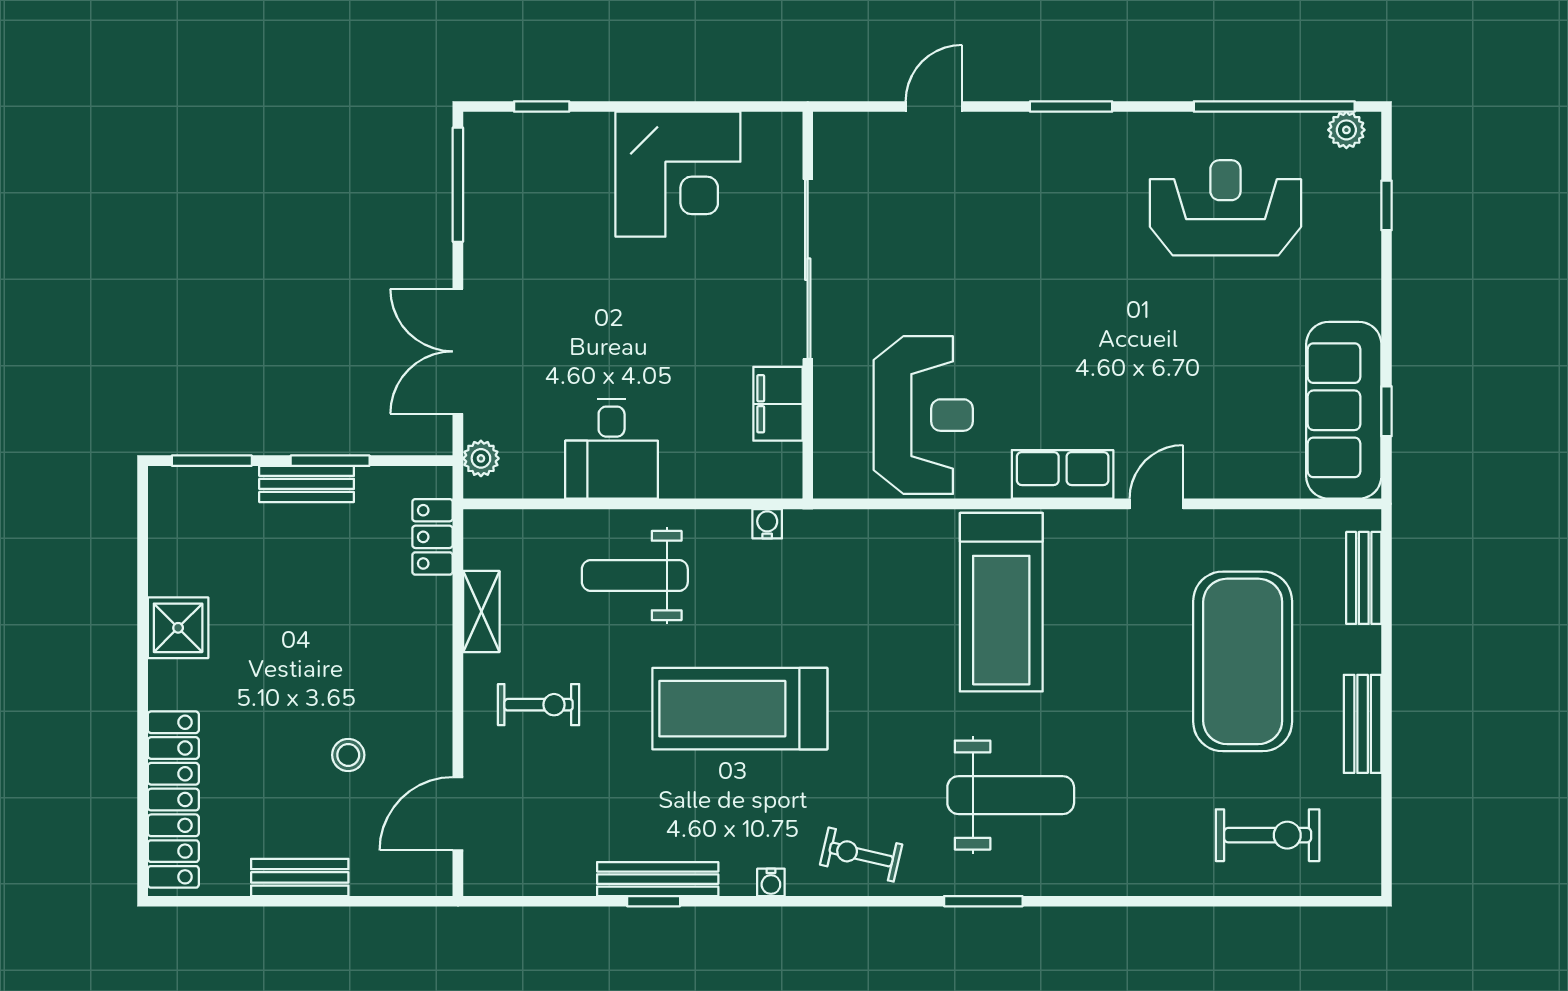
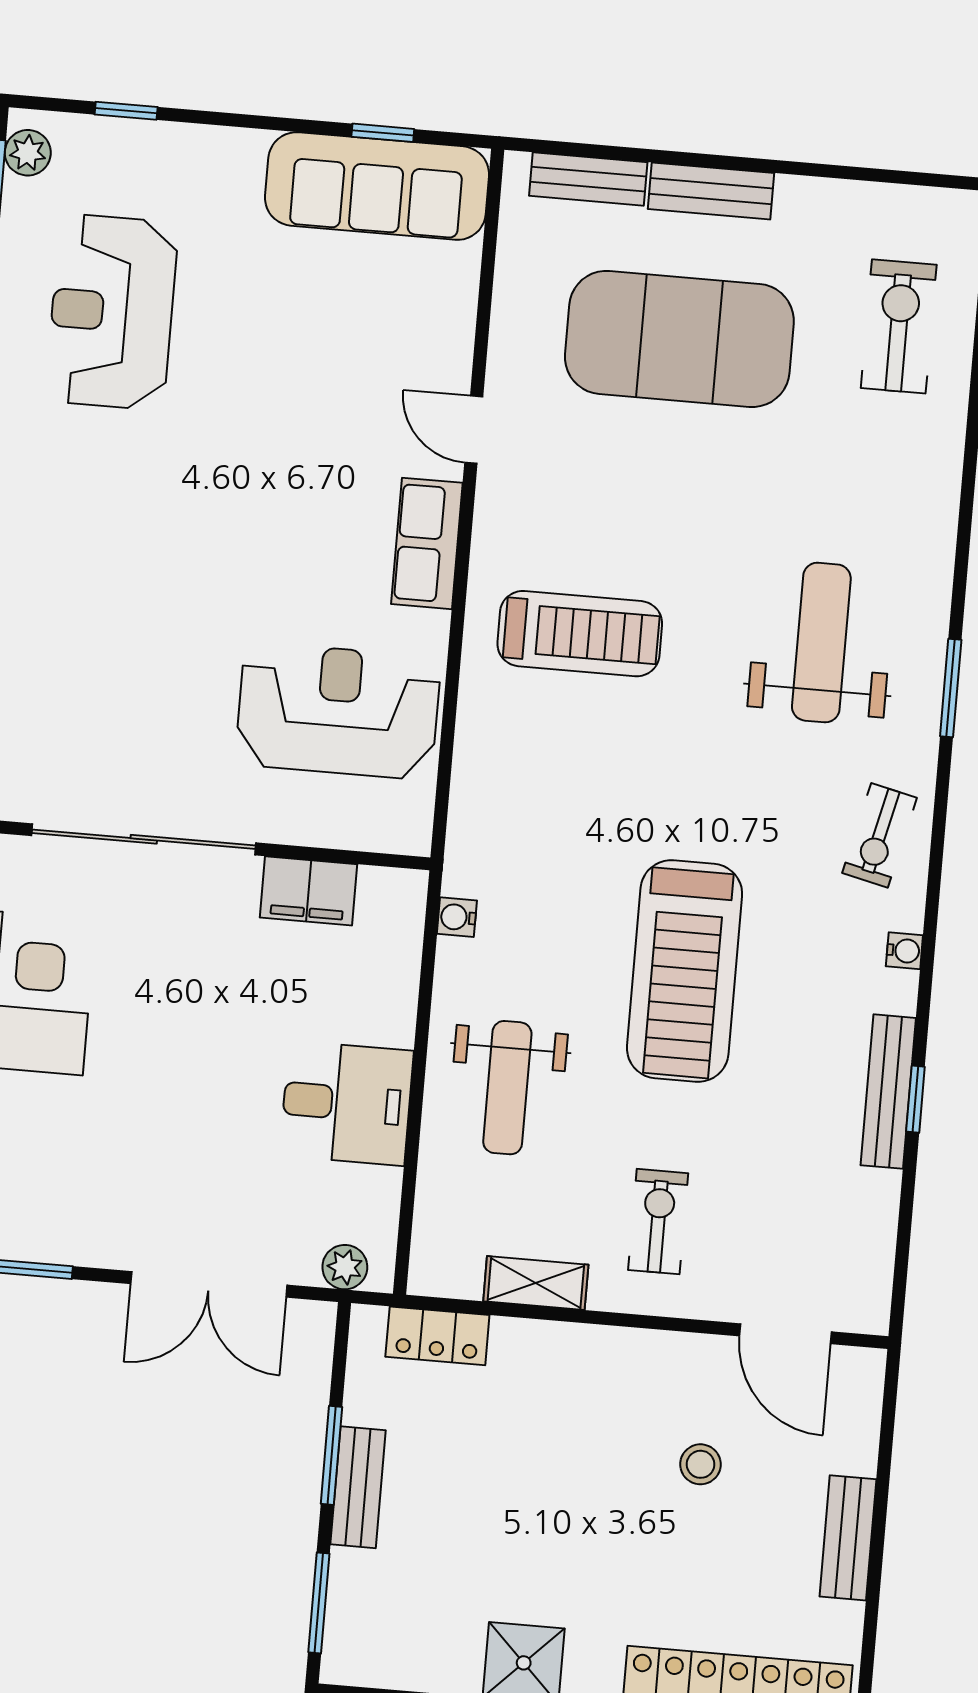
treadmill: (1001, 602) -> (580, 634), width x0.73, depth x0.73
bench: (1363, 724) -> (711, 191), moved

